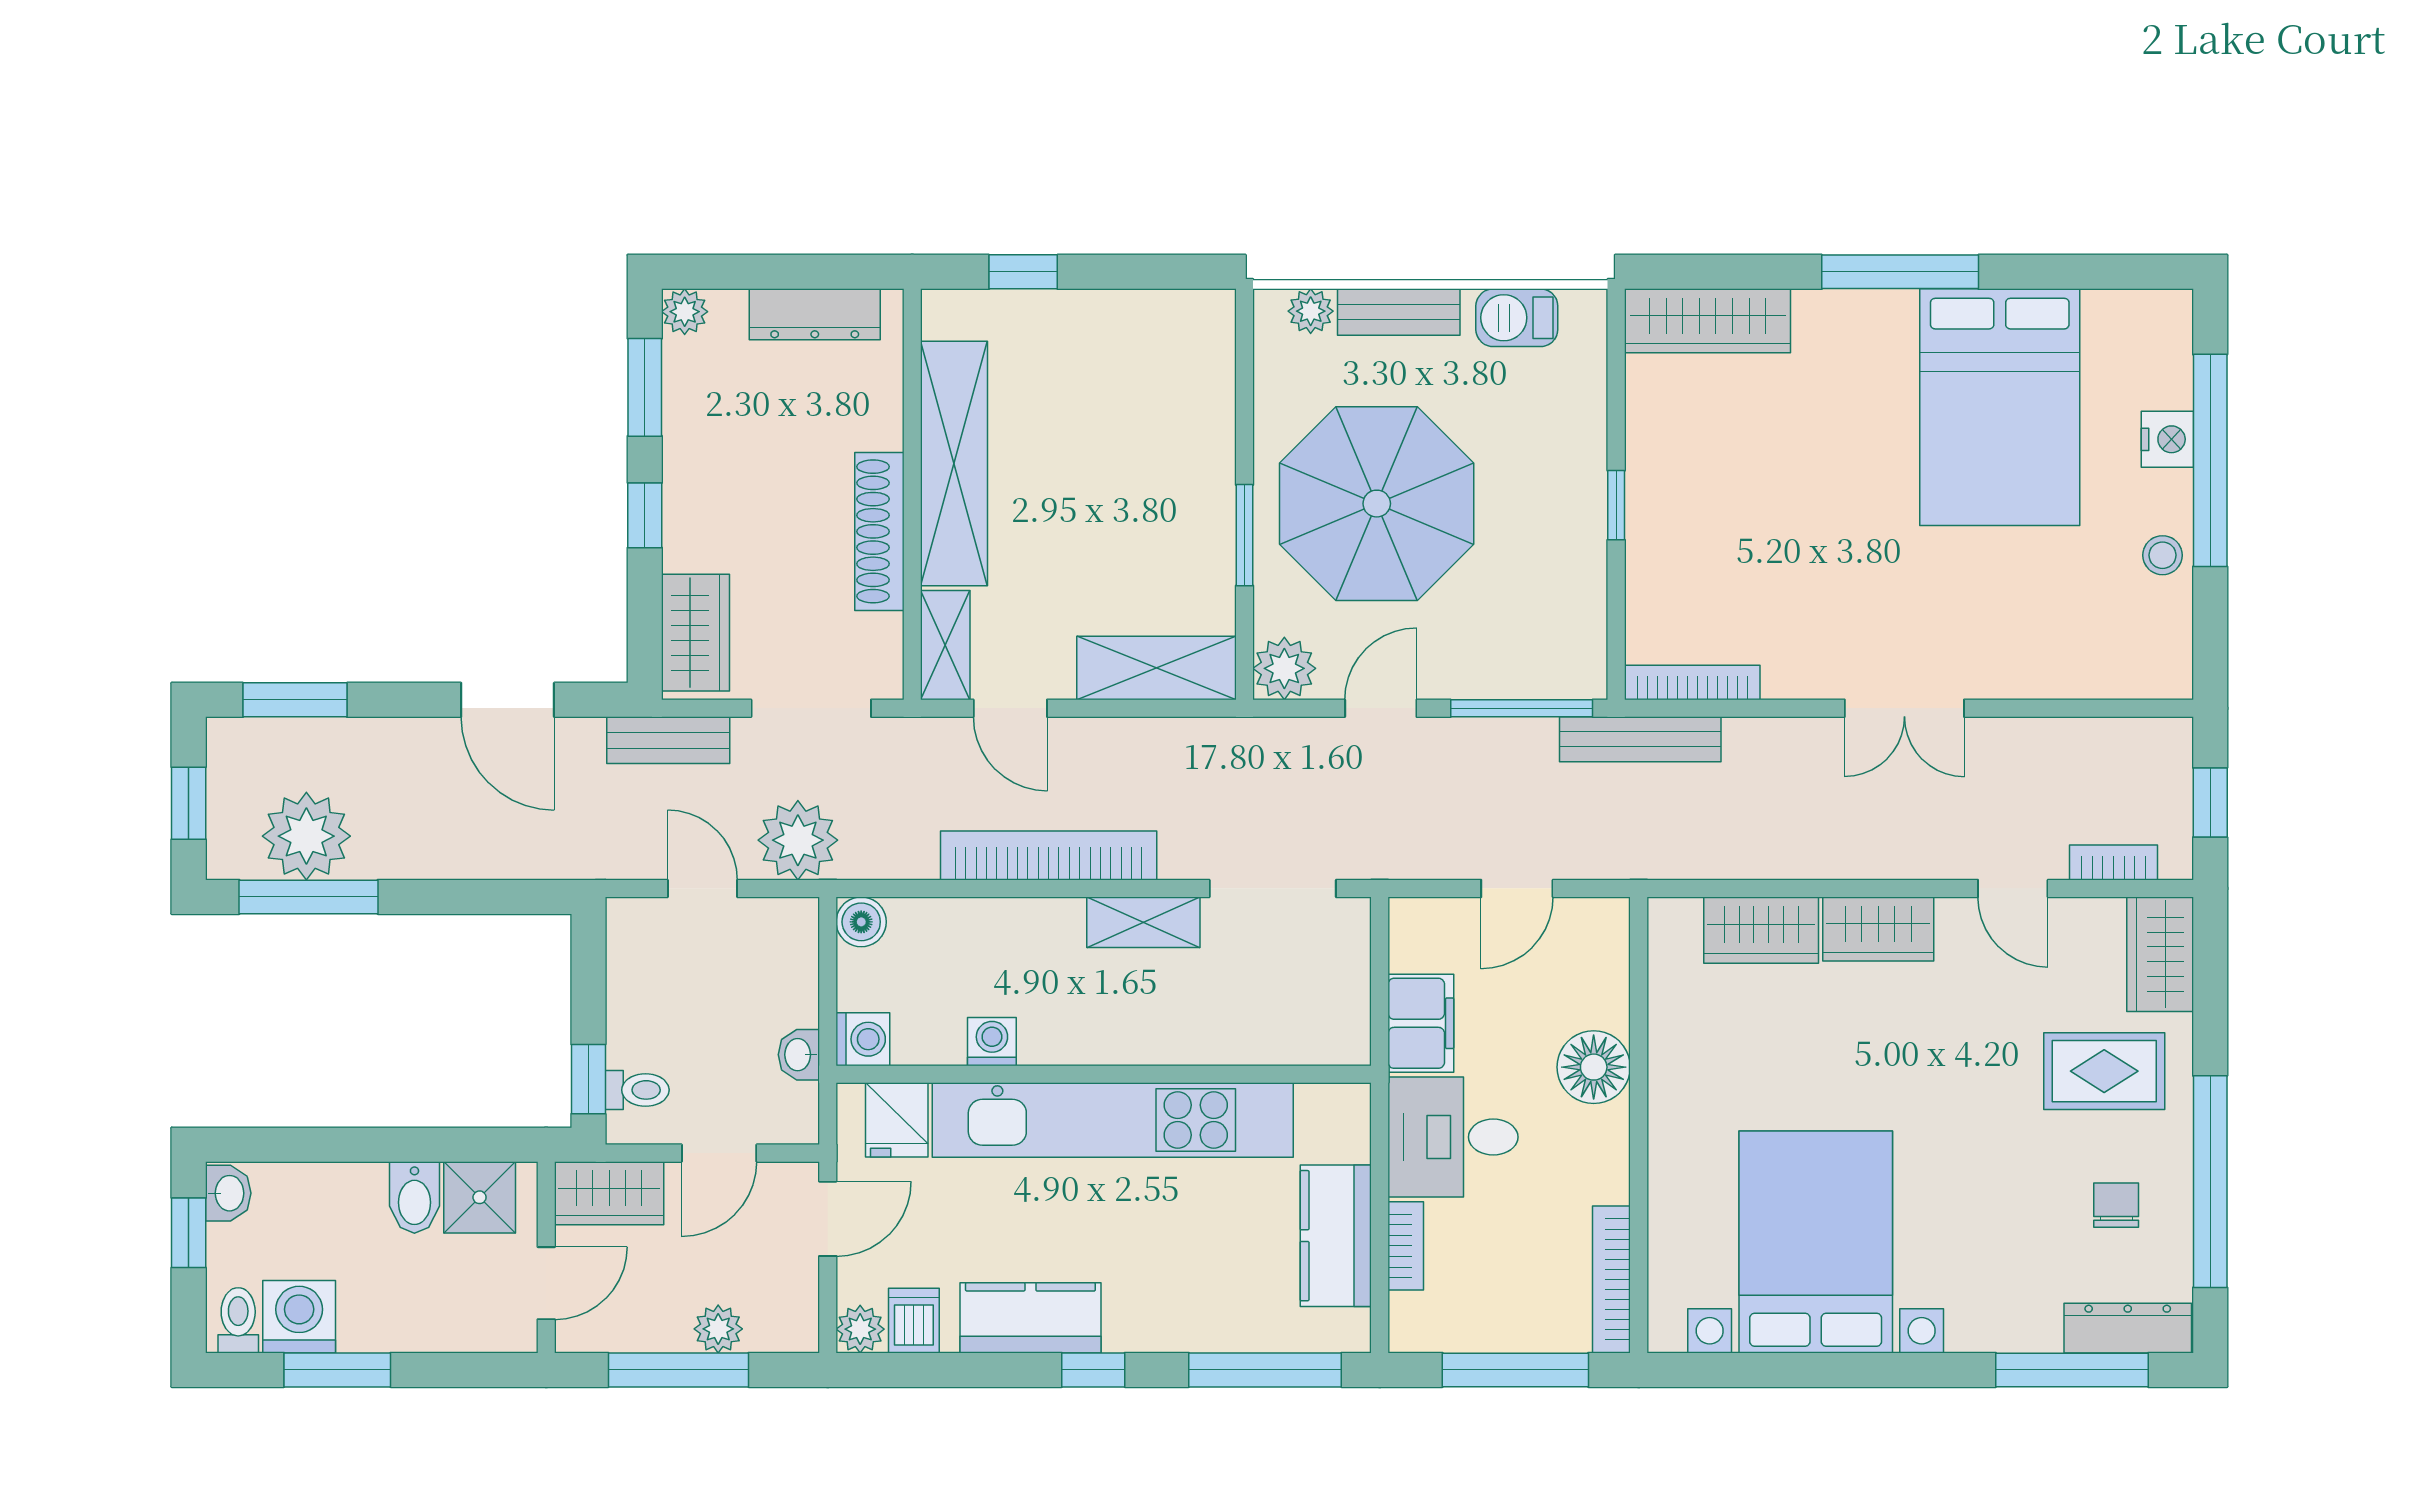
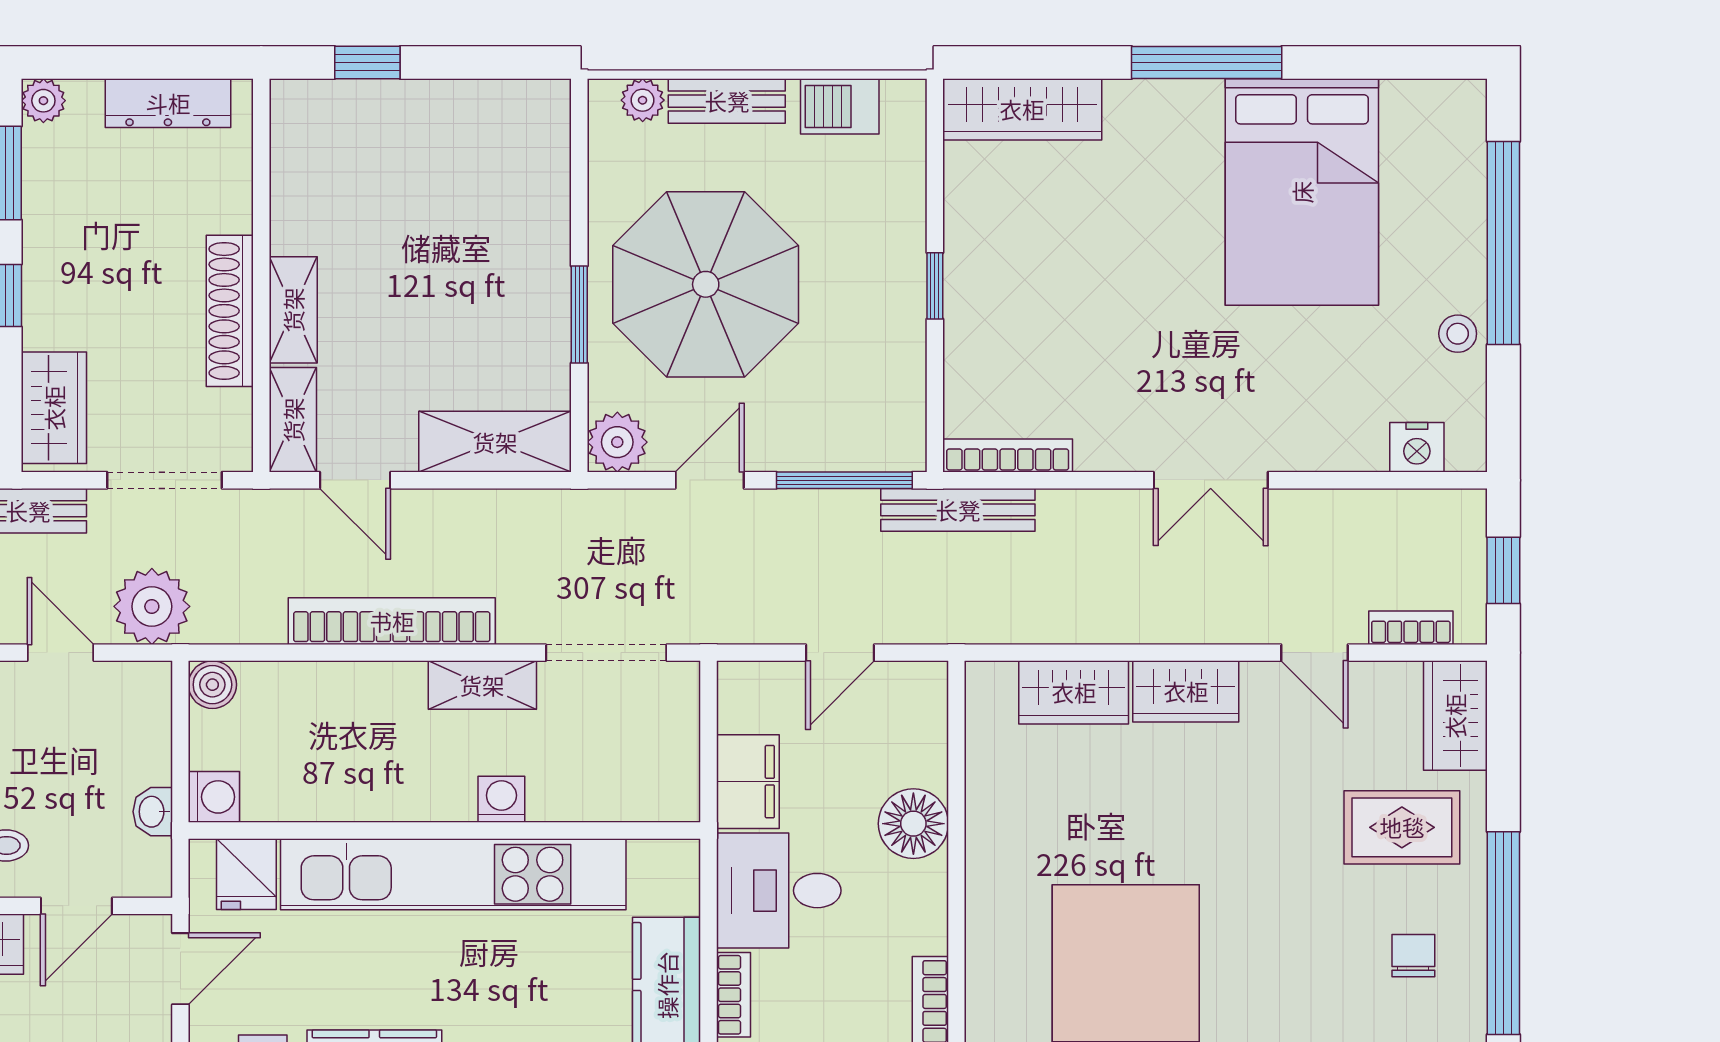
nightstand: (2167, 439) -> (1417, 447), moved, turned 90
shelving: (954, 463) -> (293, 310), width x0.45, depth x0.75
washing machine: (992, 1042) -> (501, 799), moved

